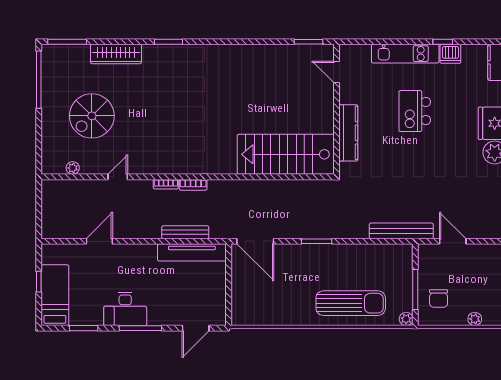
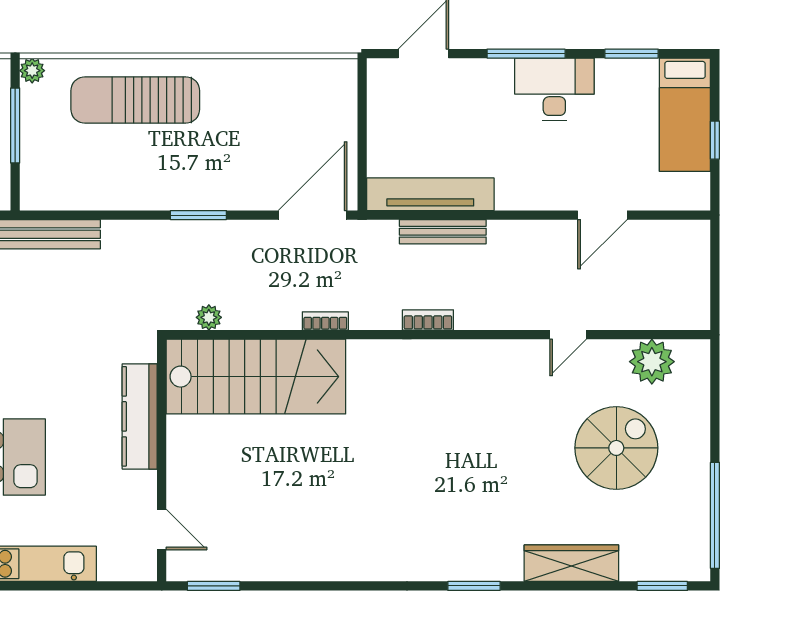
window: (67, 42) -> (662, 586), width x0.69
plant: (73, 168) -> (652, 362), width x1.88, depth x1.88
bookcase: (166, 184) -> (325, 321), moved
plant: (311, 186) -> (209, 317), added
door: (255, 241) -> (313, 215), hinge flipped

